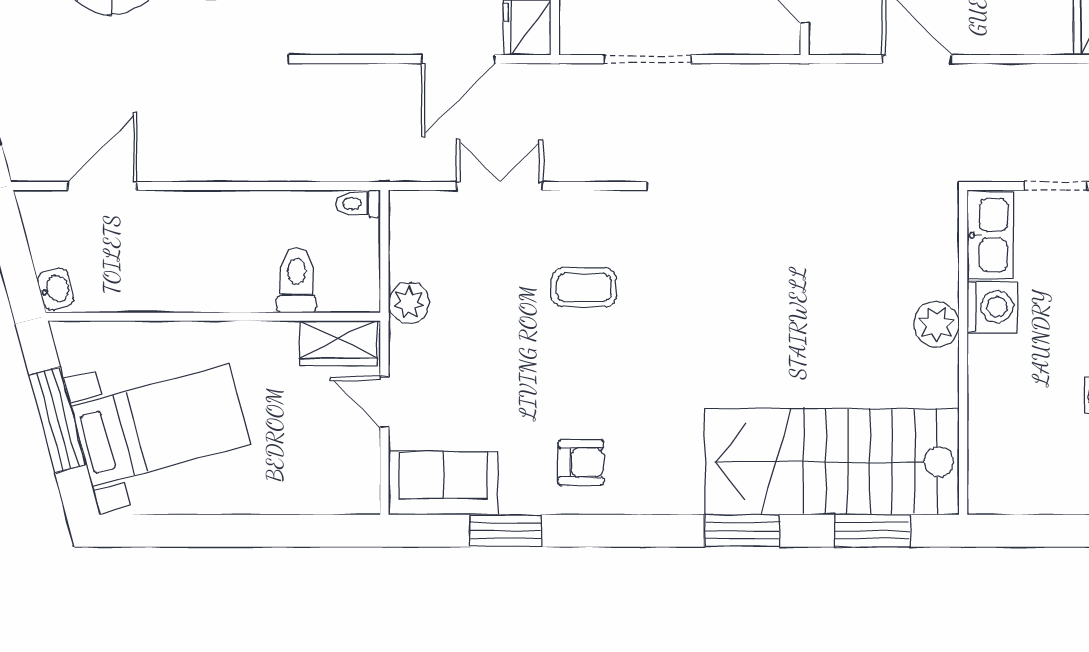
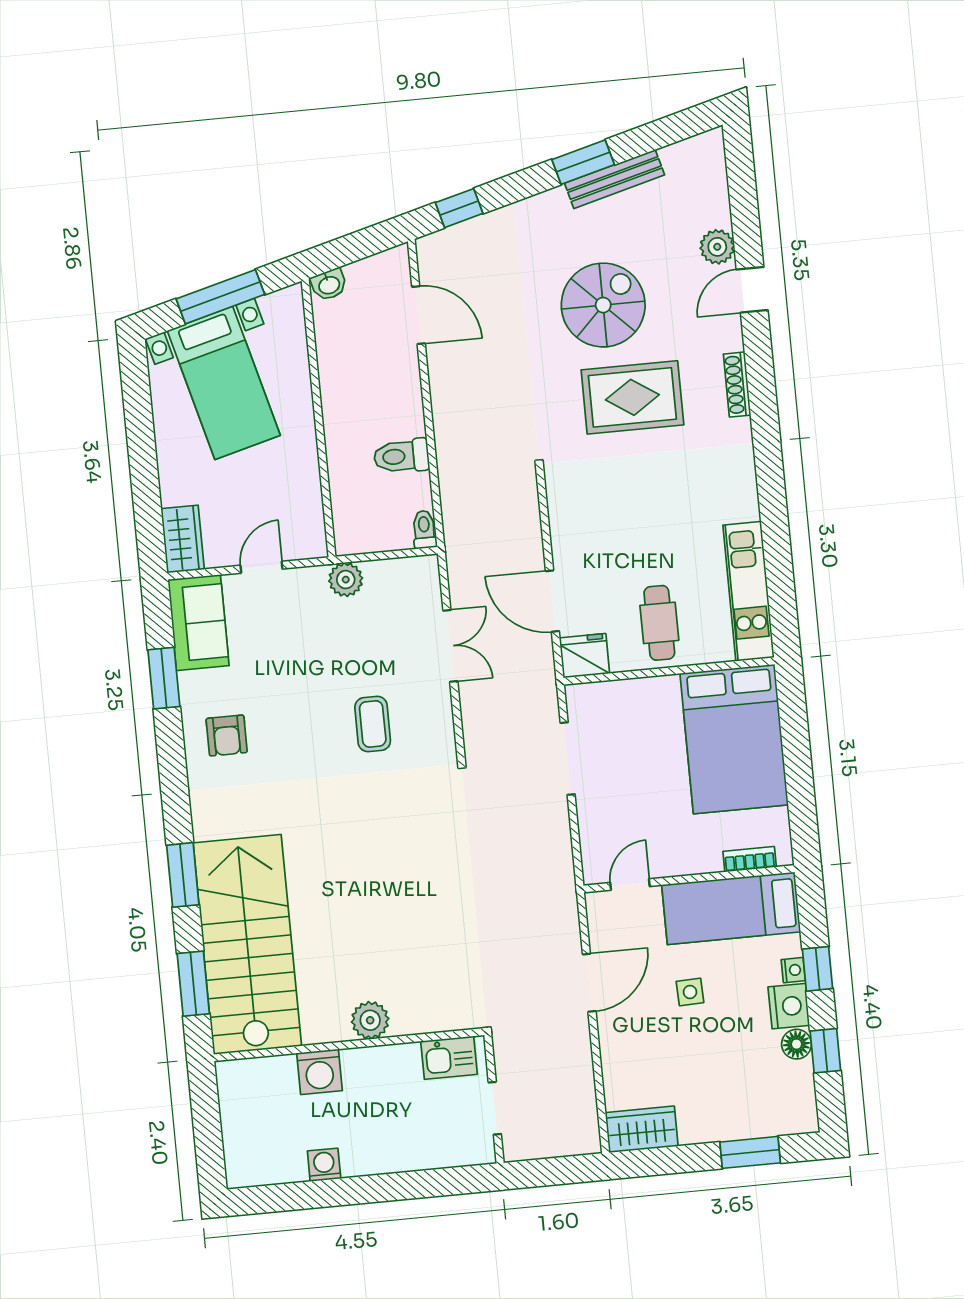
kitchen sink: (990, 235) -> (449, 1058), width x0.73
toilet: (297, 280) -> (401, 456), moved, turned 180
washing machine: (992, 307) -> (319, 1072), moved
wardrobe: (338, 343) -> (183, 539), moved, turned 180

